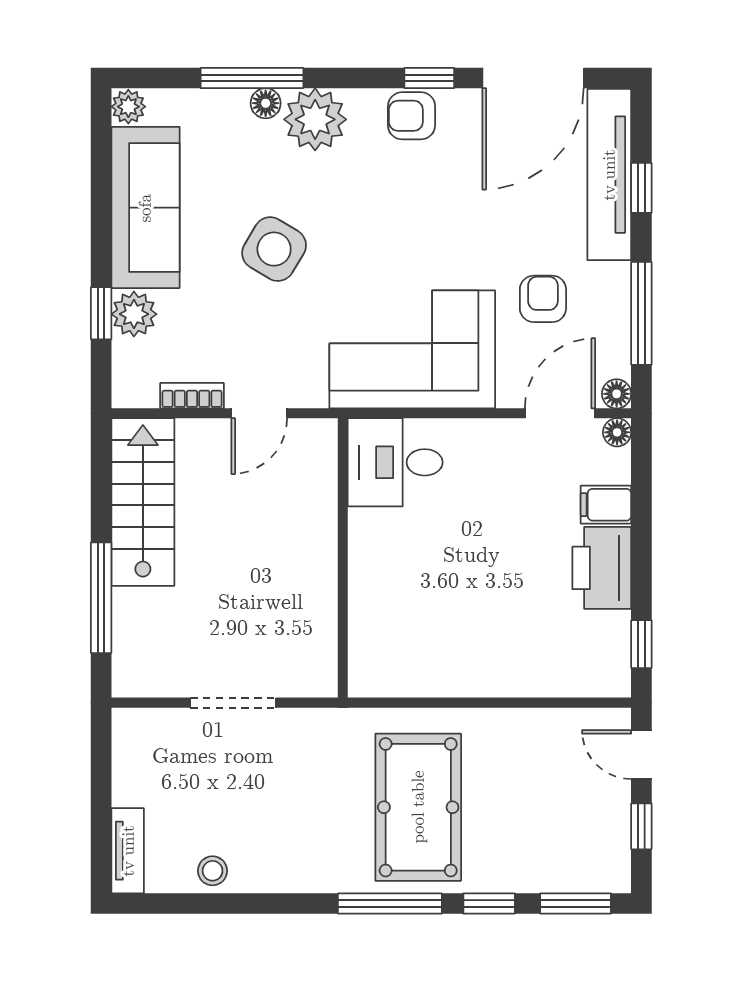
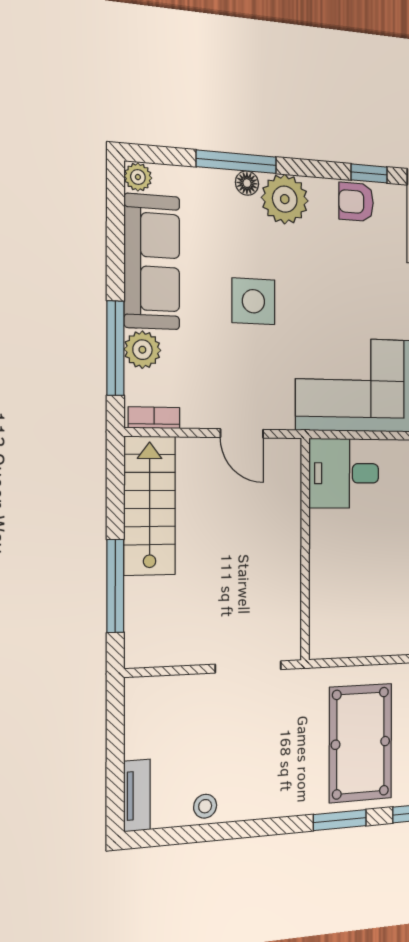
side table: (274, 249) -> (253, 301), turned -31
window: (101, 313) -> (115, 348), width x2.17
bookcase: (192, 396) -> (154, 418), moved
door: (259, 413) -> (242, 433), hinge flipped
doorway: (233, 703) -> (248, 667), moved
window: (390, 903) -> (340, 820), width x0.69

